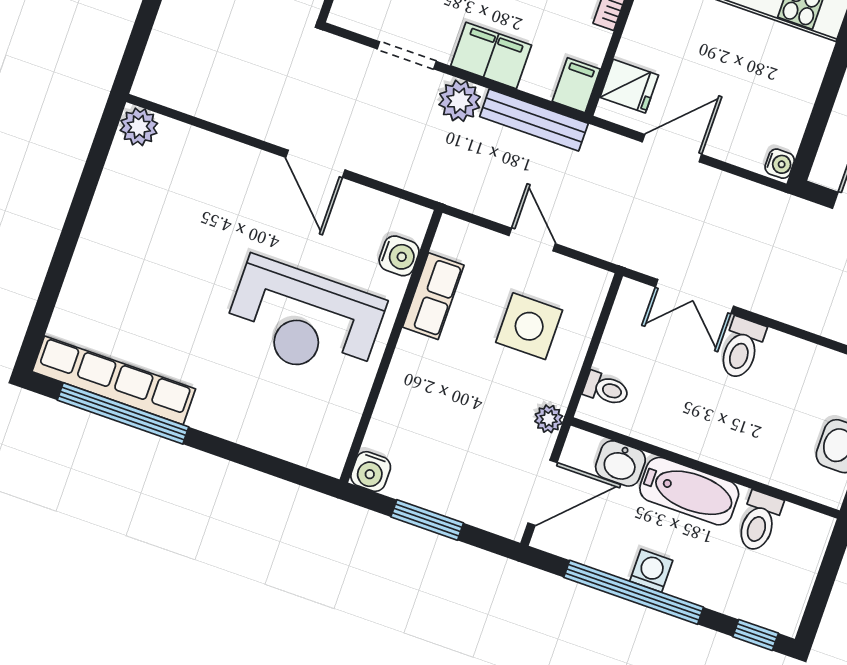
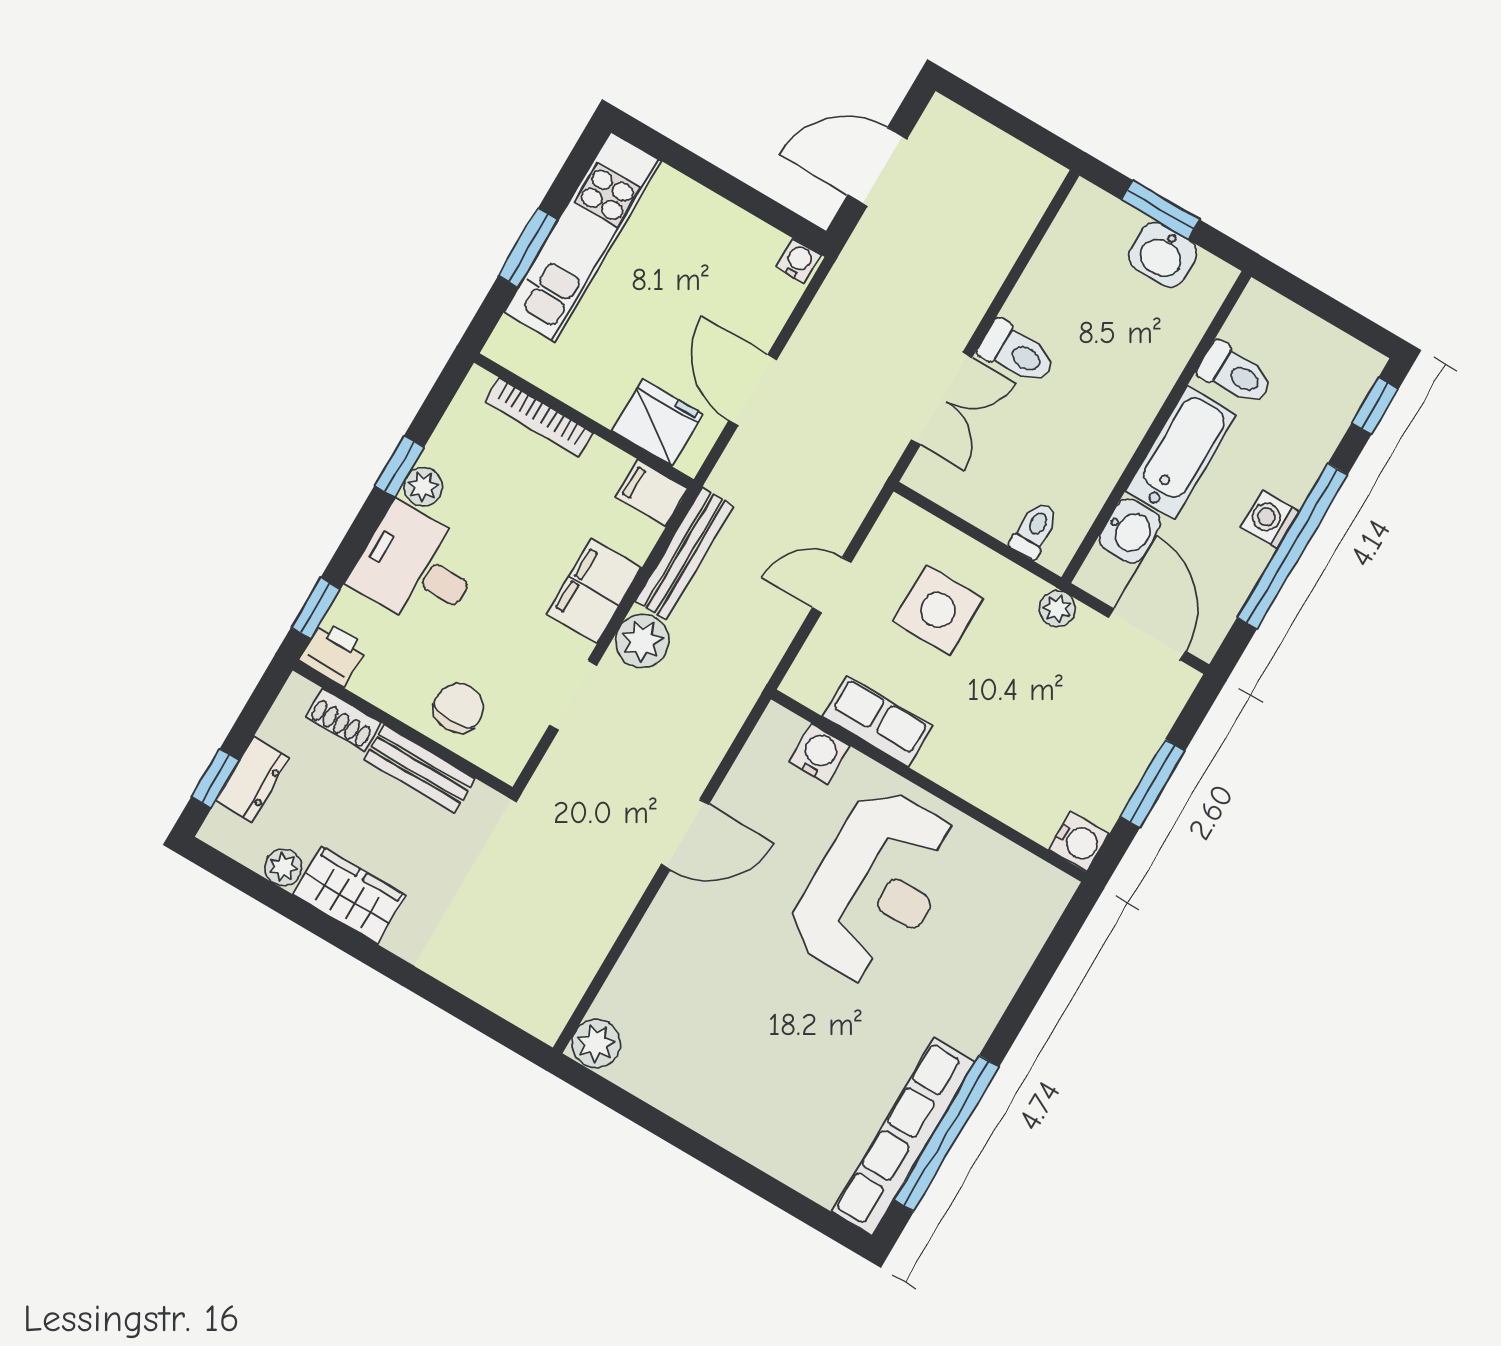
fridge: (629, 86) -> (657, 423), width x1.38

